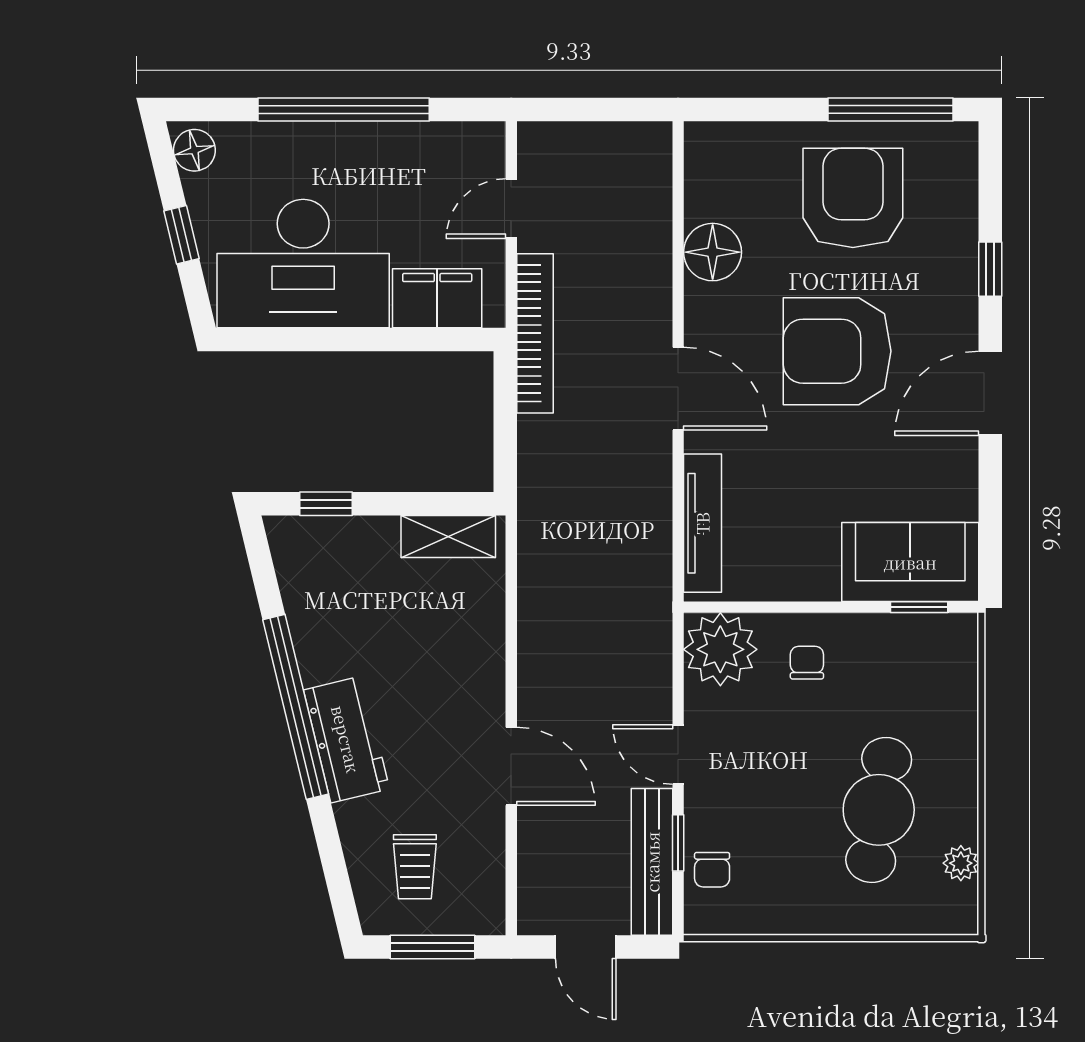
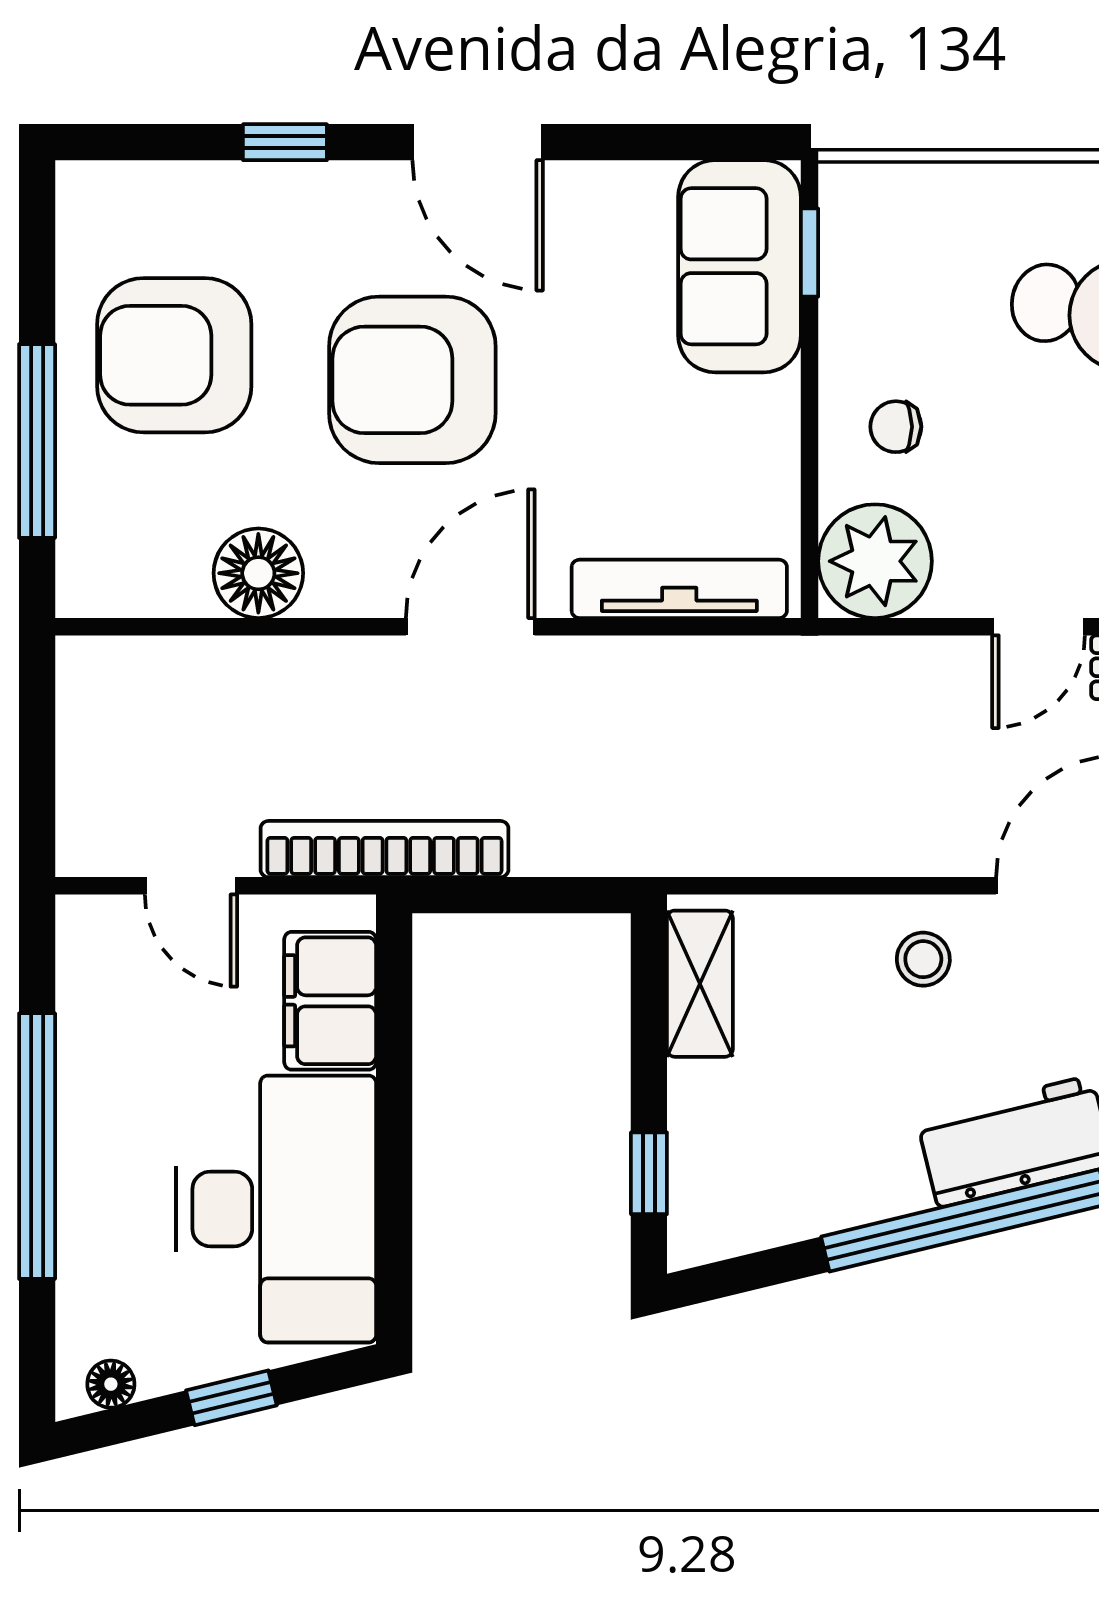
window: (891, 110) -> (37, 441), moved
floor lamp: (194, 150) -> (111, 1384), width x0.73, depth x0.73
armchair: (837, 351) -> (412, 380), turned 90
stool: (464, 680) -> (923, 959), added

